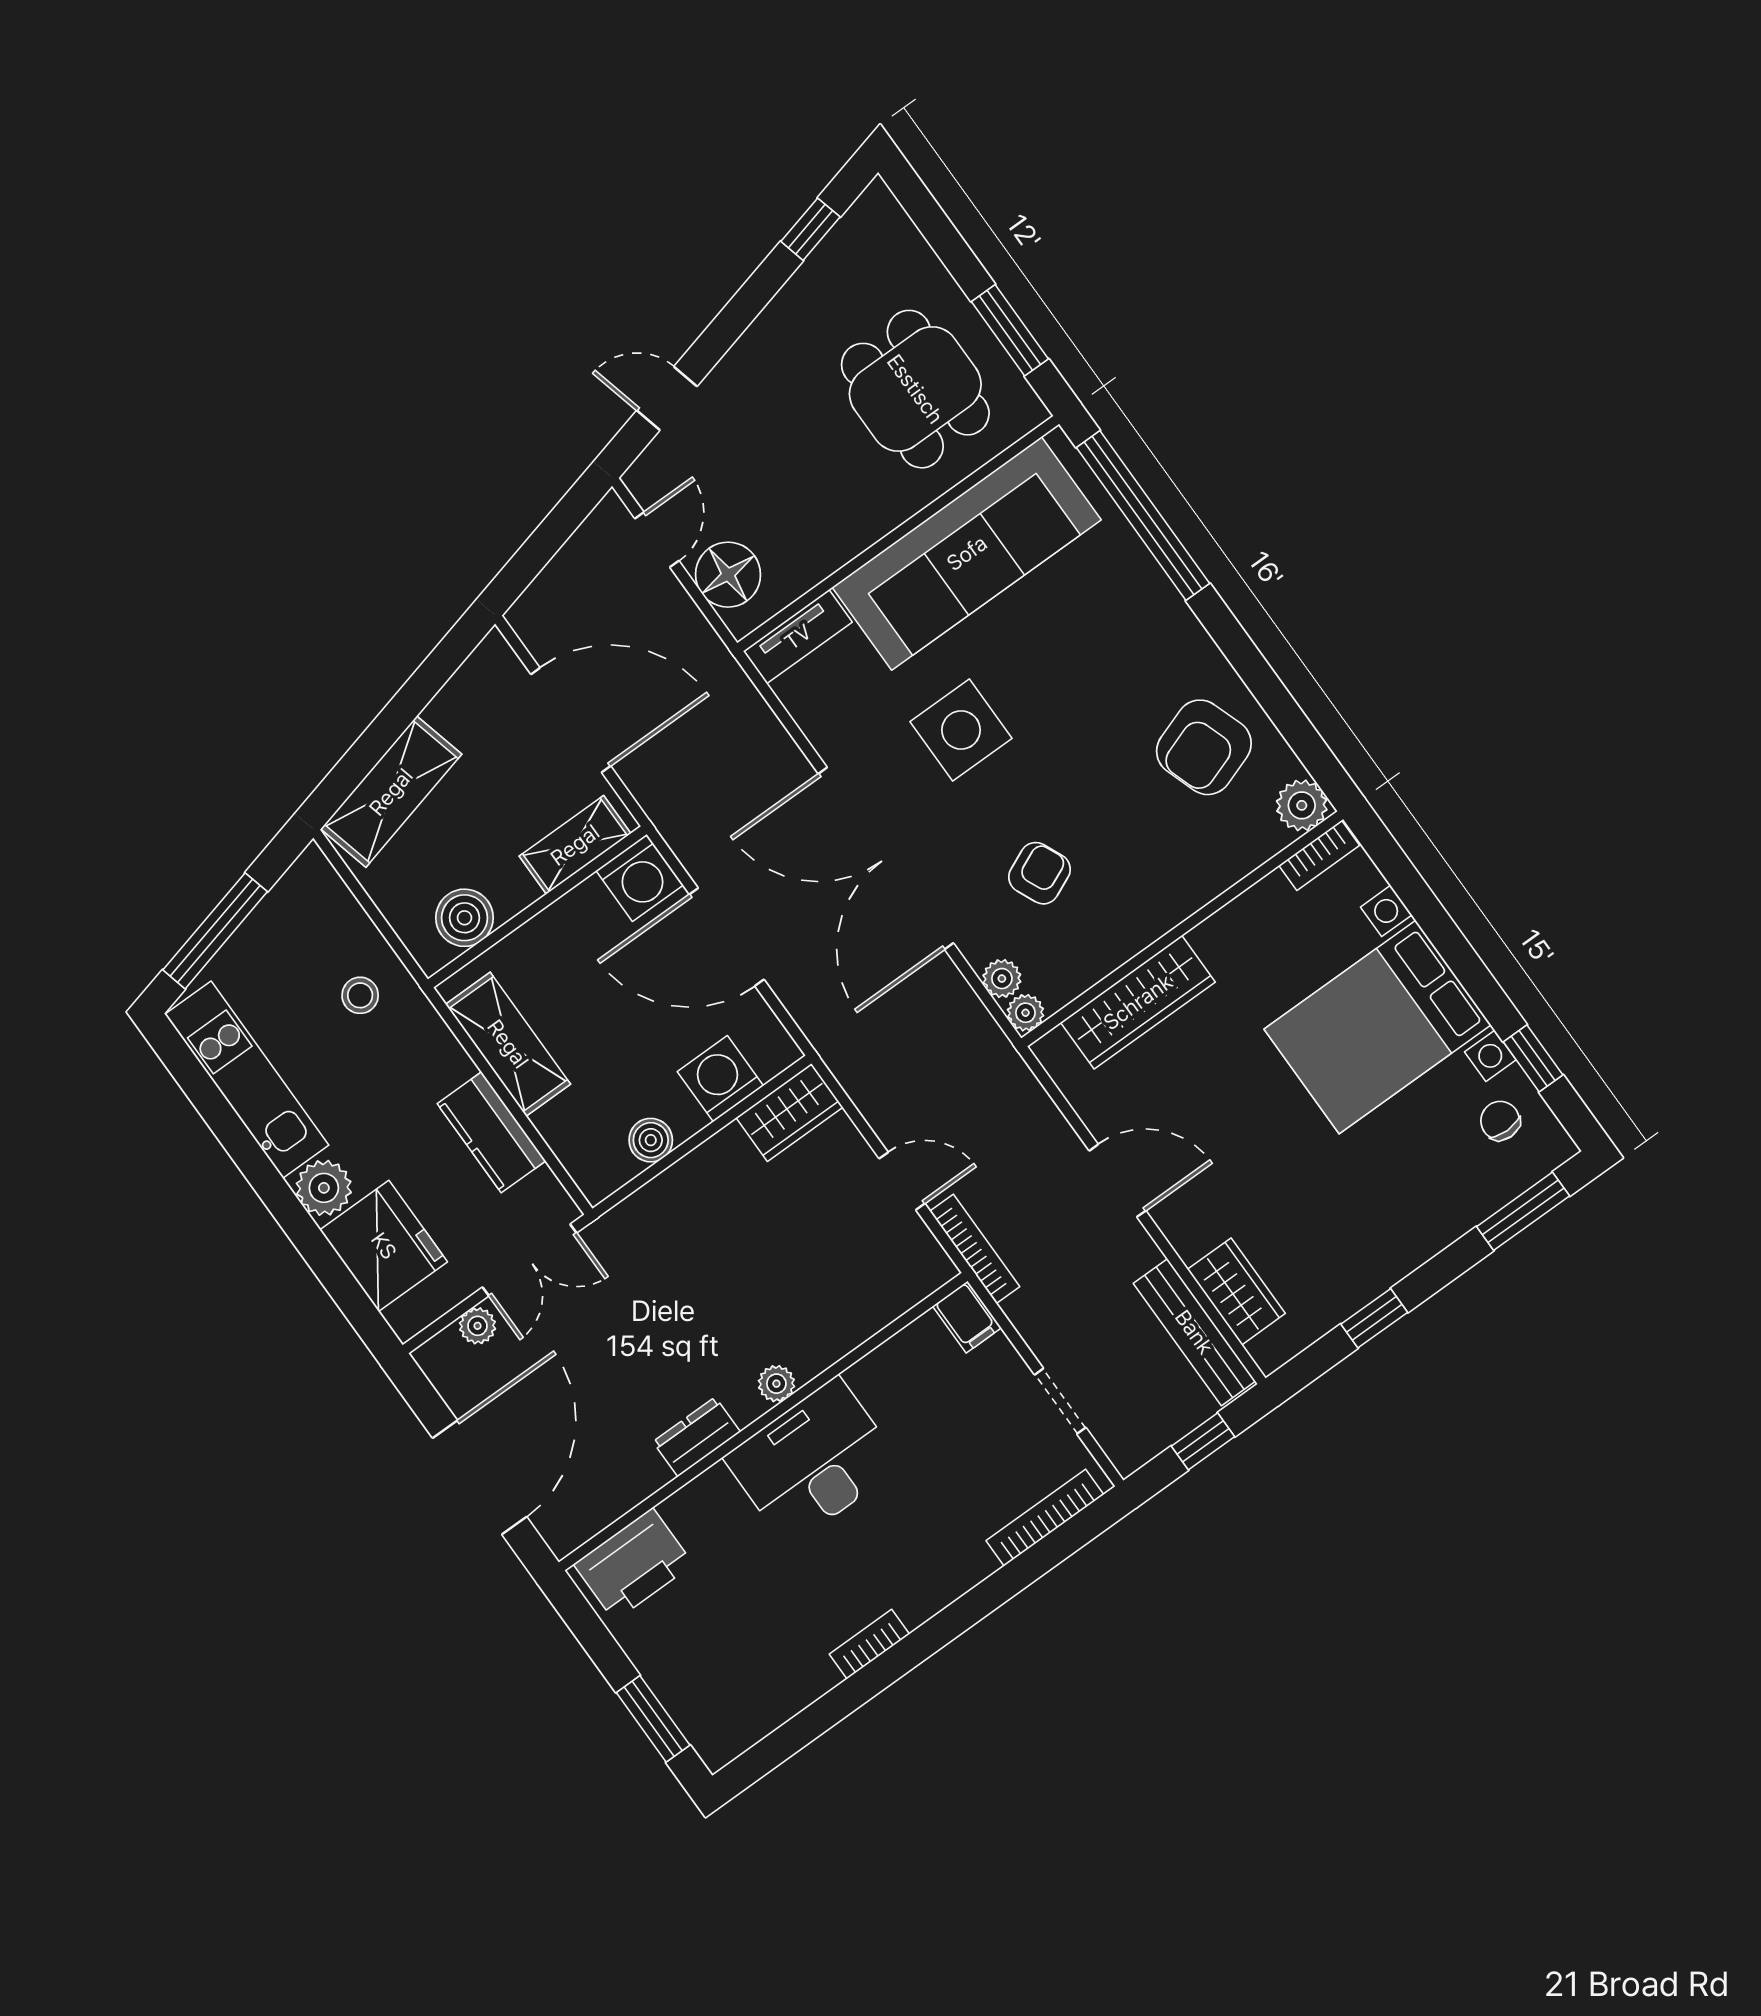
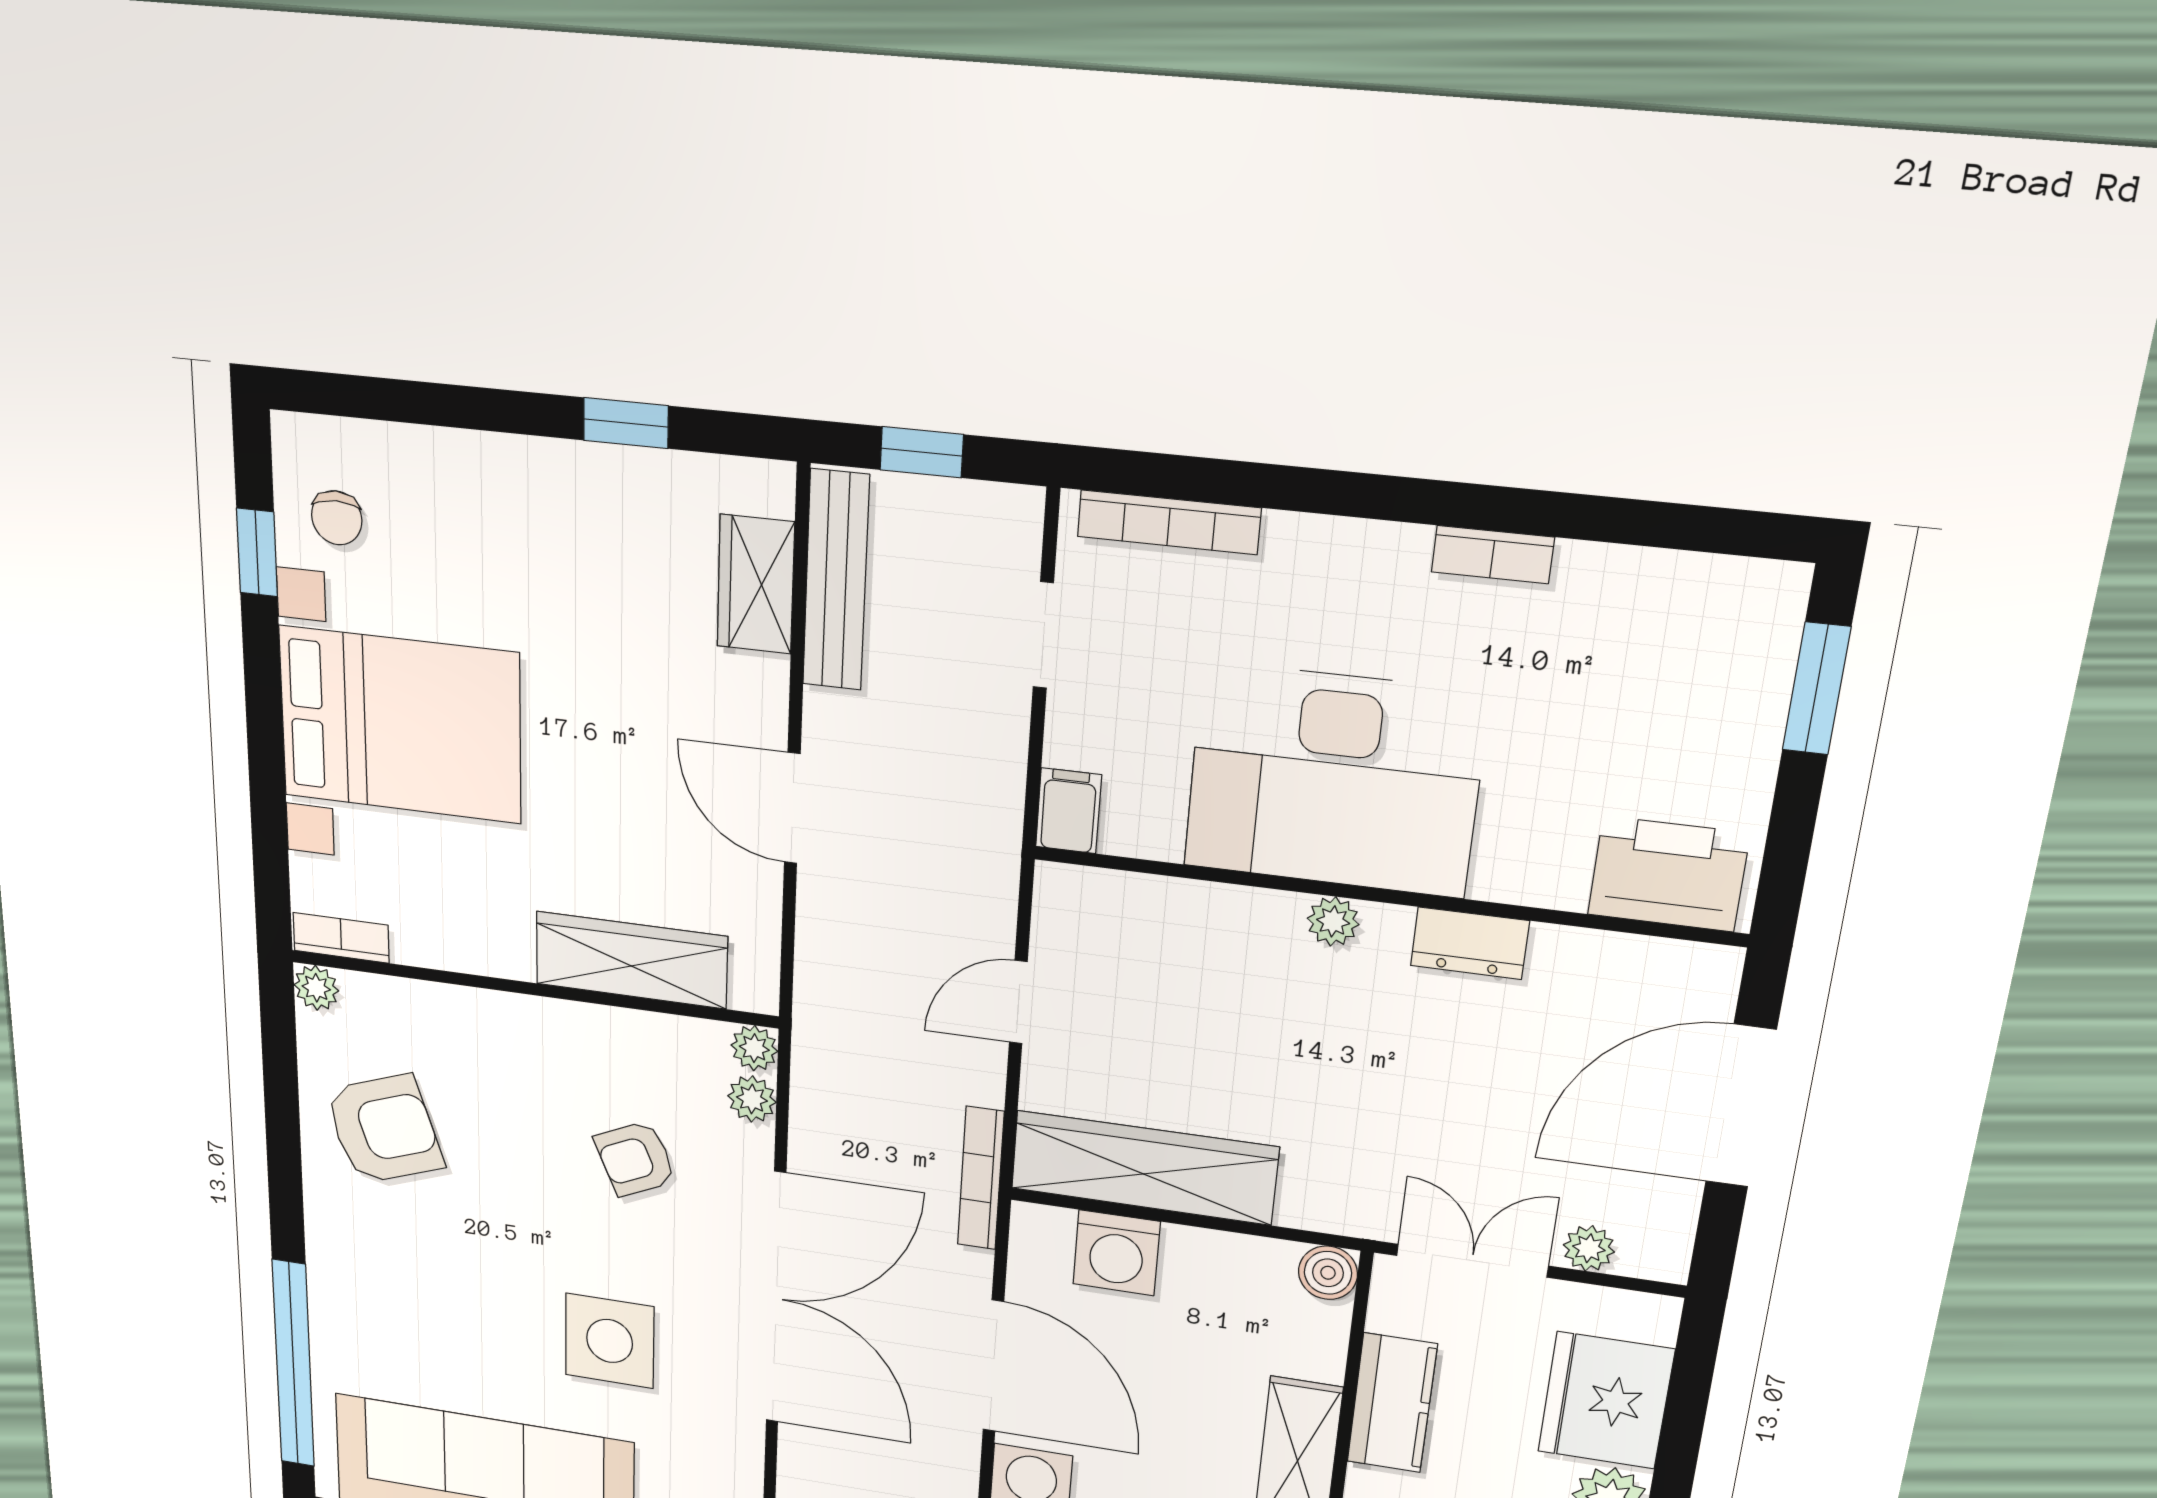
plant: (1302, 805) -> (316, 988), width x0.73, depth x0.73
wardrobe: (789, 1112) -> (1144, 1168), width x2.10, depth x1.17
boiler: (651, 1140) -> (1328, 1273), moved
door: (902, 1181) -> (1018, 1002), hinge flipped
window: (1523, 1211) -> (378, 399), removed
bookcase: (975, 1249) -> (981, 1178), moved
desk: (813, 1462) -> (1334, 780), width x1.36, depth x1.30

